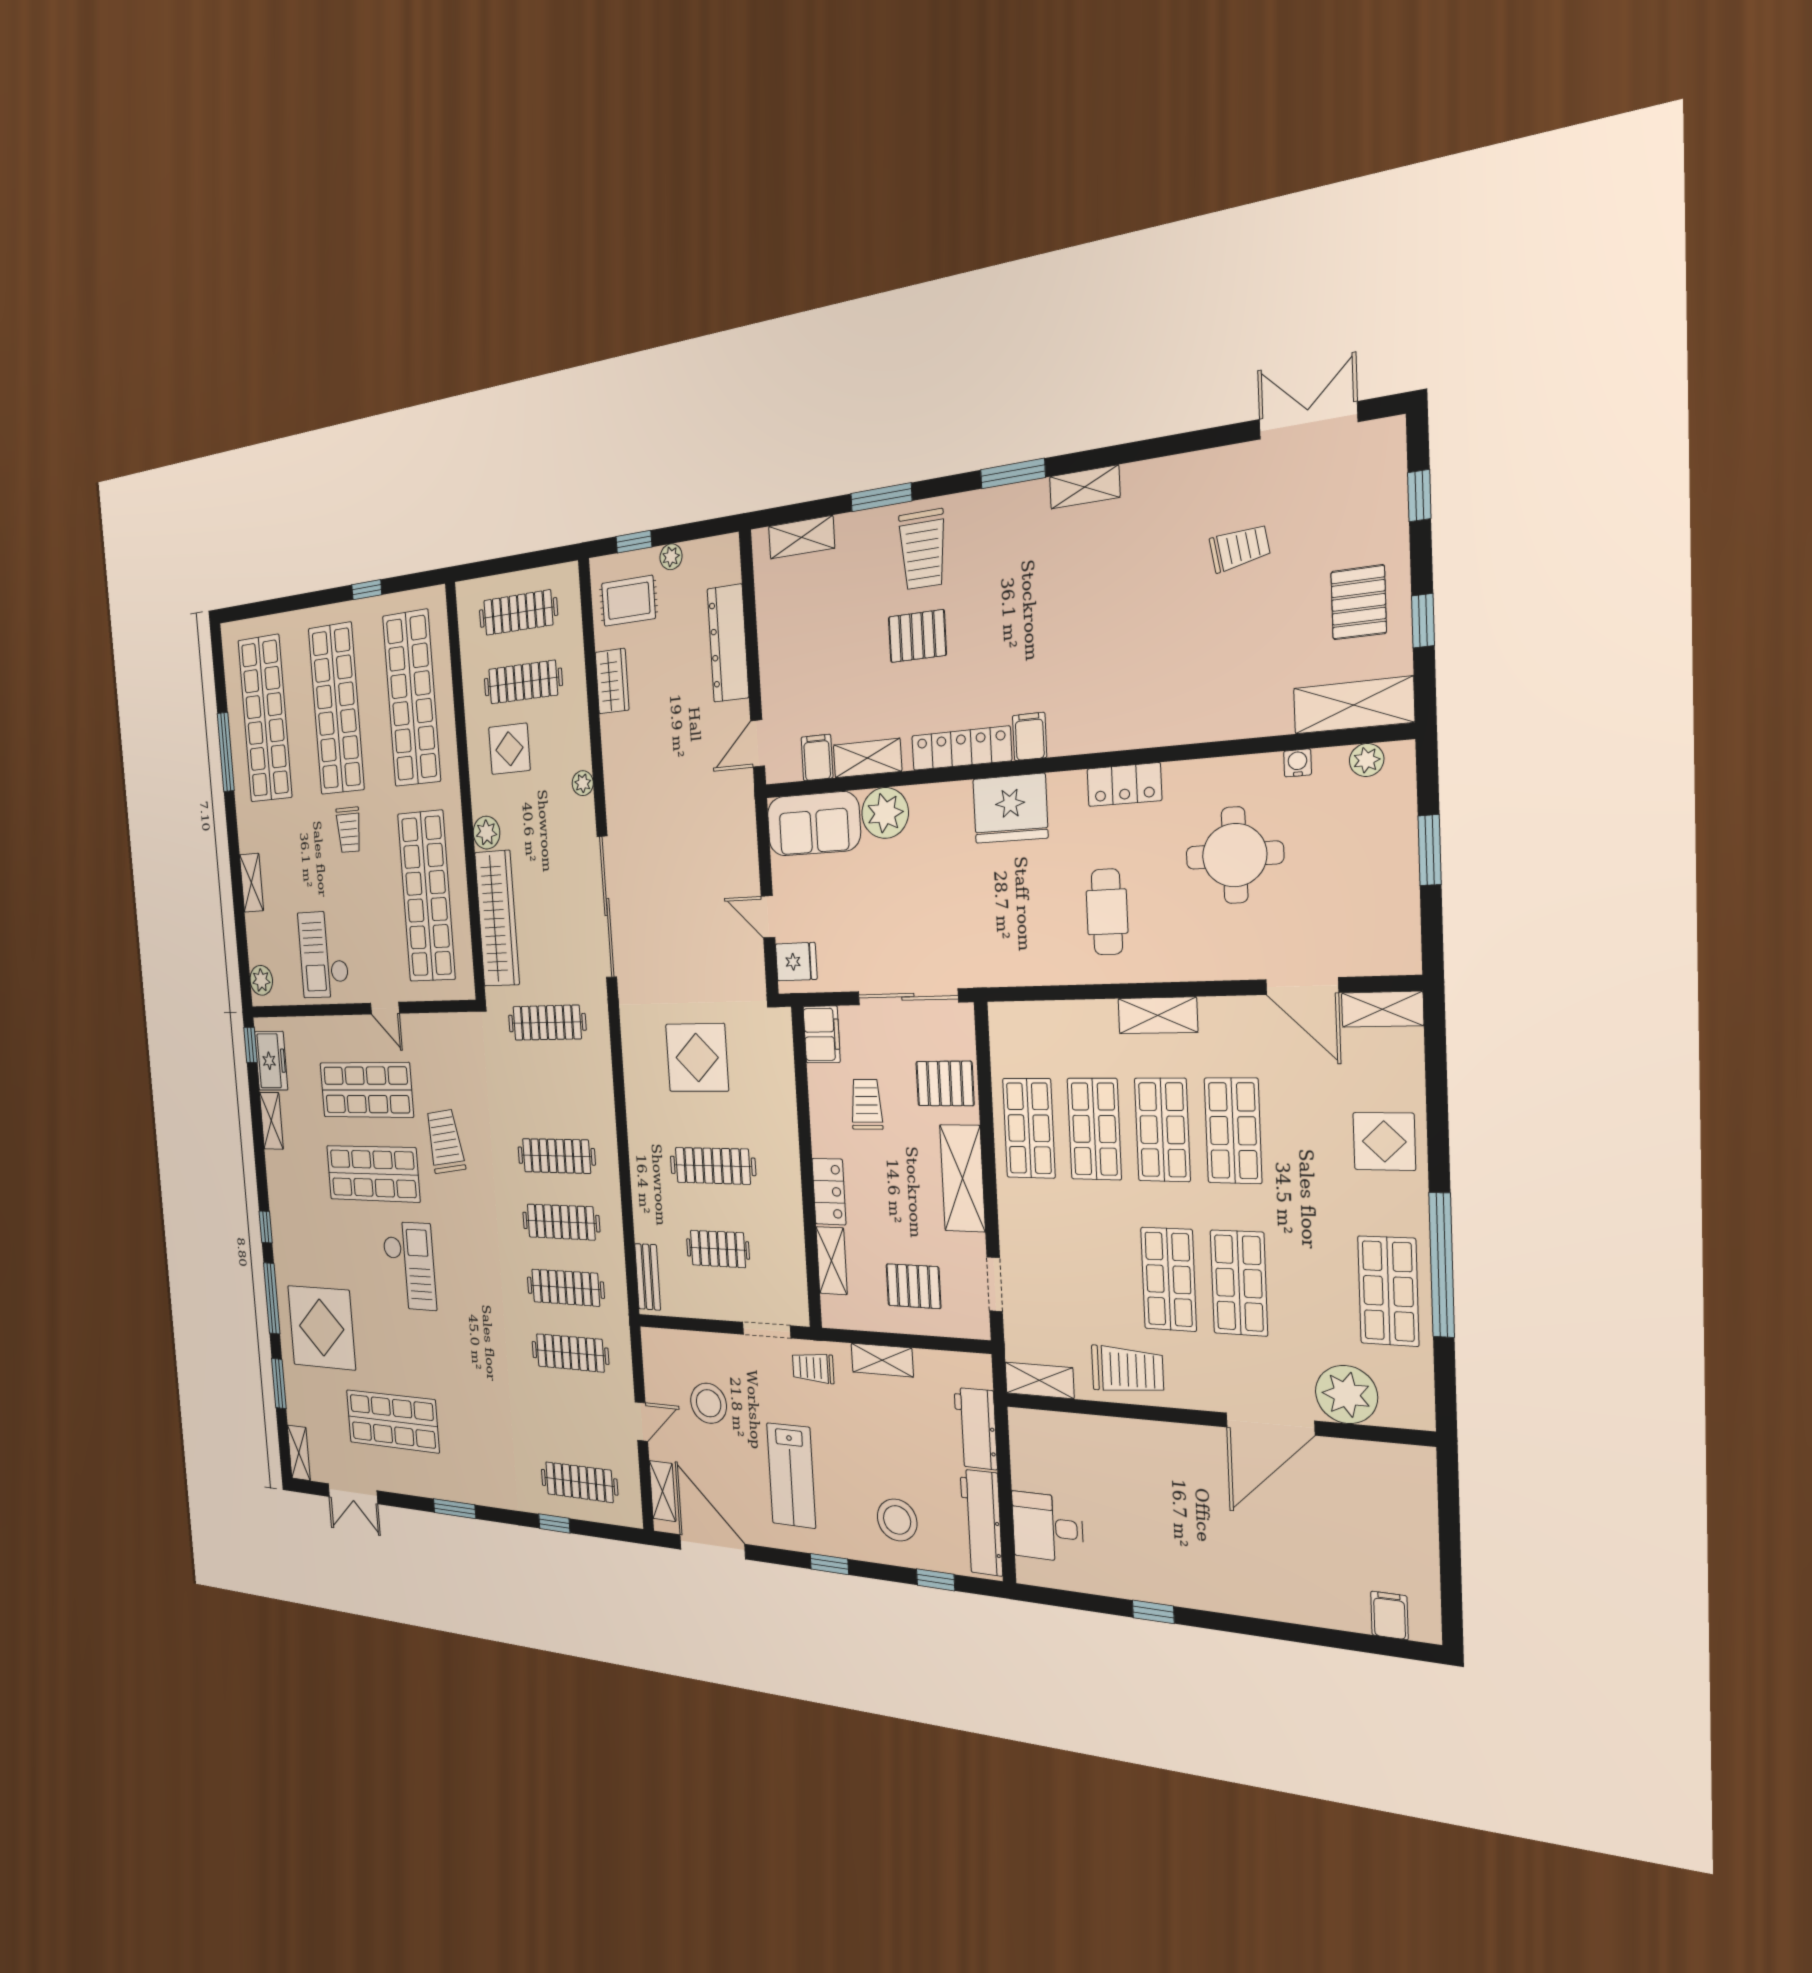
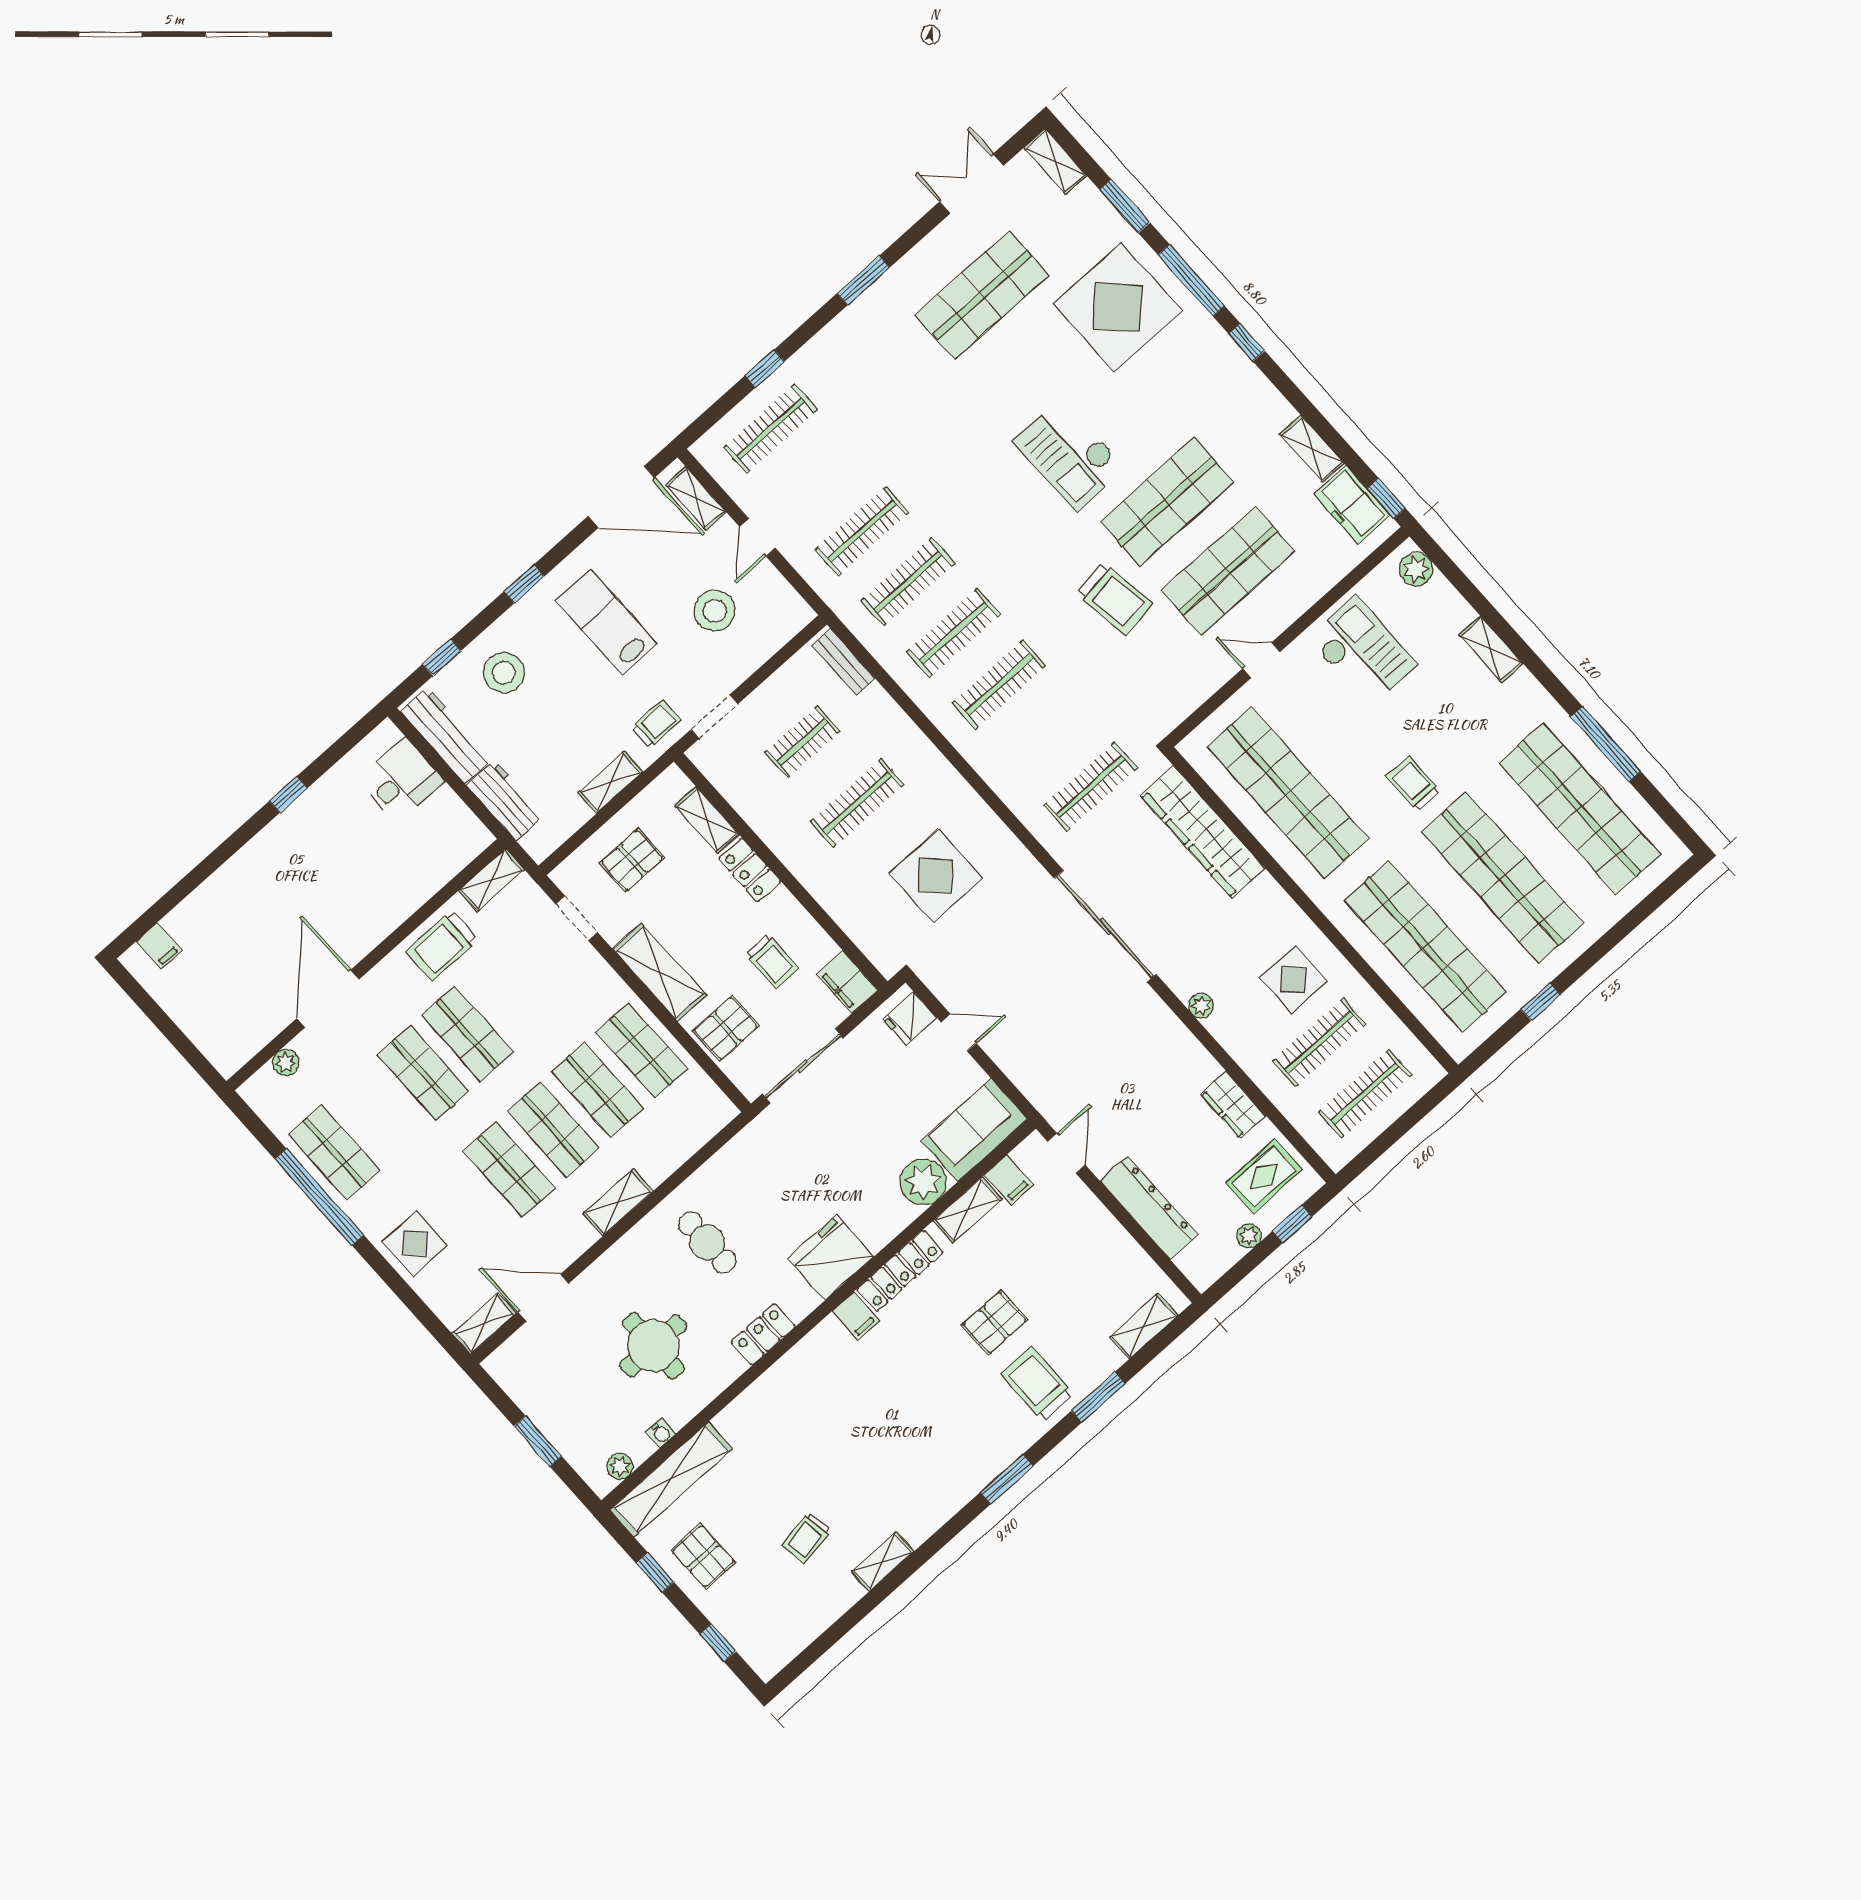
double door: (1308, 421) -> (825, 1642), removed
shelving: (1085, 487) -> (883, 1562), moved
shelving: (1354, 705) -> (671, 1479), width x1.47
plant: (486, 833) -> (1266, 894), removed
plant: (1346, 1394) -> (286, 1062), width x0.53, depth x0.53

